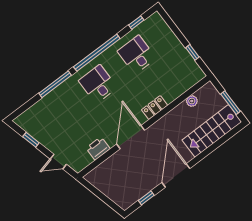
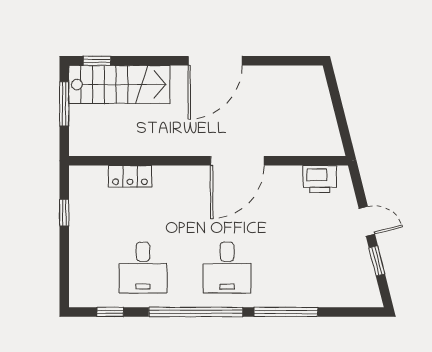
plant: (192, 101) -> (116, 146), removed
locker: (155, 108) -> (130, 176), moved
printer: (98, 148) -> (320, 179), moved
door: (58, 162) -> (367, 221), moved
window: (146, 198) -> (97, 61), moved

